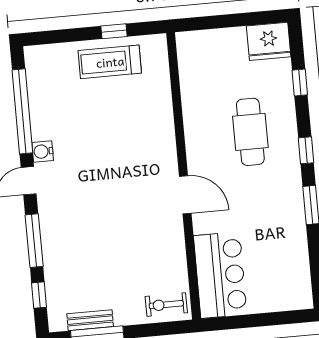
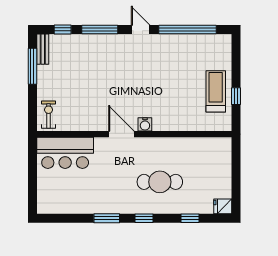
fridge: (269, 41) -> (223, 206), width x0.53, depth x0.75
water cooler: (43, 151) -> (145, 124), moved, turned 180
door: (185, 195) -> (121, 134), swing flipped
bench: (90, 320) -> (43, 49), moved

